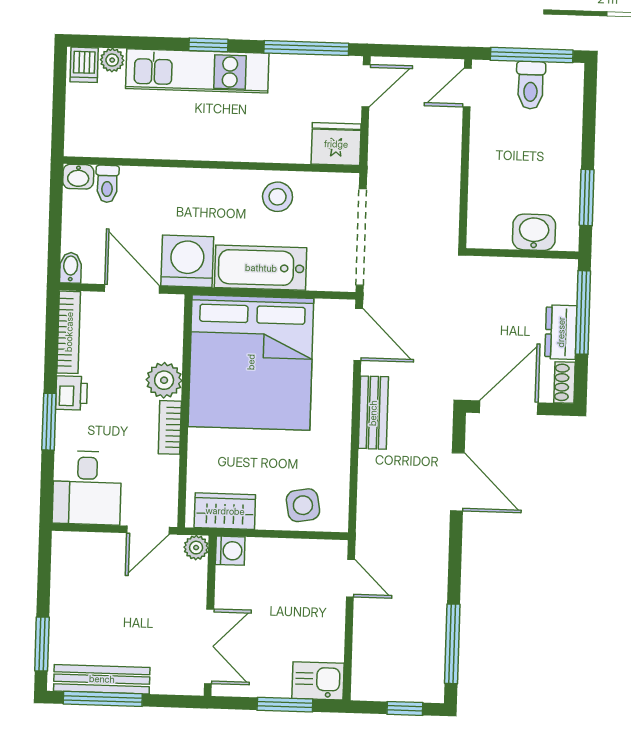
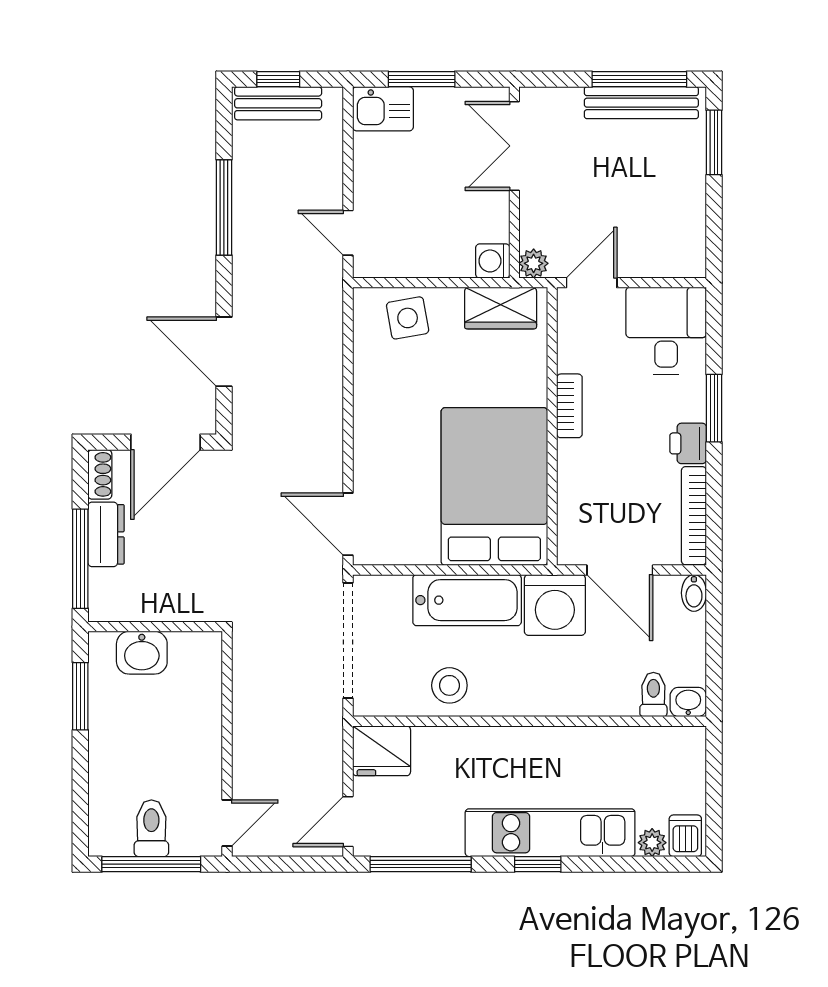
bed: (251, 362) -> (494, 487), width x0.73
plant: (164, 380) -> (578, 462), removed
bench: (373, 413) -> (278, 103), moved, turned 90
window: (452, 644) -> (224, 207), moved

